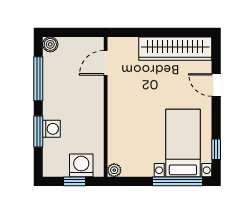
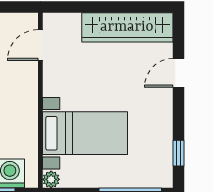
door: (216, 85) -> (179, 73), hinge flipped
bed with nightstands: (183, 143) -> (85, 133), moved, turned 90

